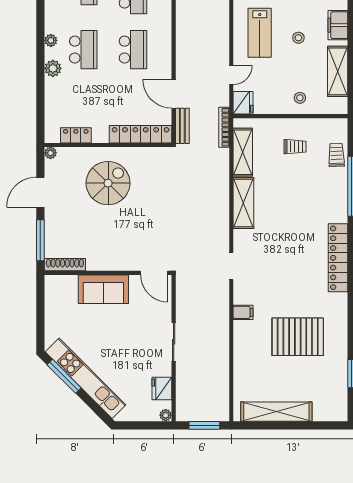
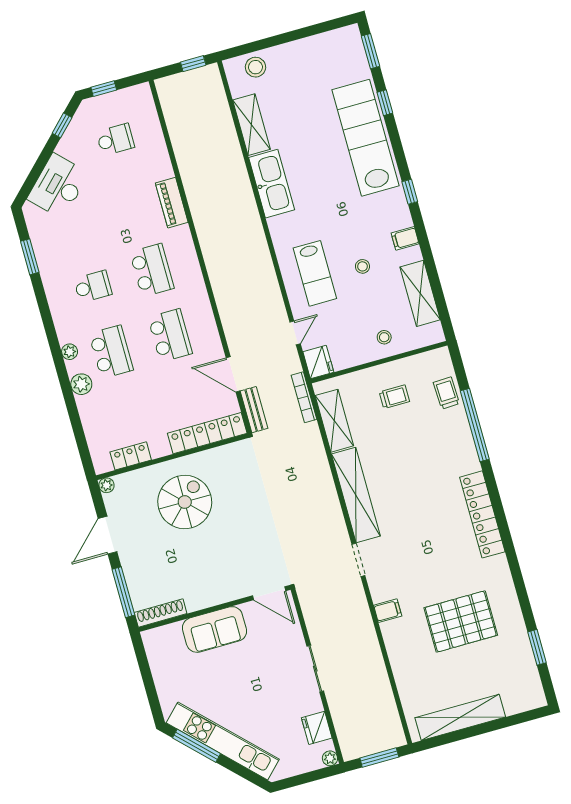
filing cabinet: (338, 25) -> (405, 238), width x0.50
shelving: (243, 203) -> (356, 495), width x1.47

